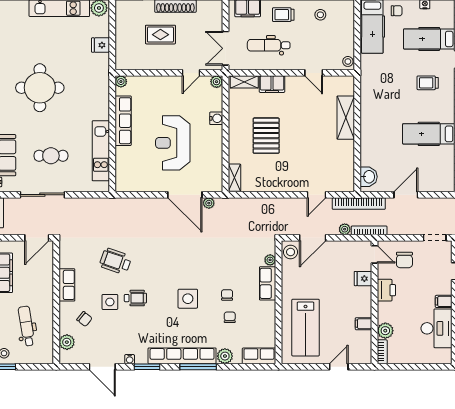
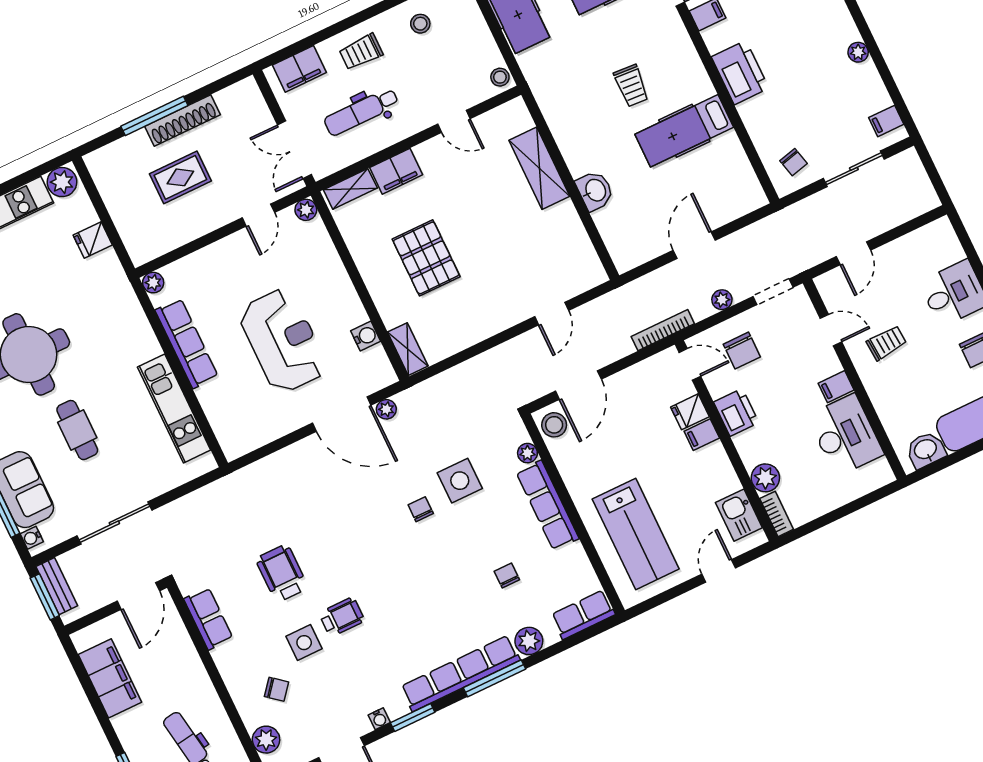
trolley: (428, 83) -> (631, 86), moved, turned -86
water cooler: (216, 118) -> (366, 336), moved
reception desk: (173, 143) -> (283, 341), turned 180
cafe table: (51, 156) -> (77, 430), moved, turned 90
washbasin: (369, 177) -> (595, 191), moved
bookcase: (359, 204) -> (626, 295), removed
plant: (345, 229) -> (722, 300), moved
wheelchair: (115, 261) -> (282, 573), turned 71
row of seats: (268, 283) -> (548, 505), width x1.48
row of seats: (67, 285) -> (208, 619), moved
chair: (227, 295) -> (421, 509), moved
side table: (188, 299) -> (460, 481), moved
filing cabinet: (364, 324) -> (702, 435), moved
kitchen sink: (363, 343) -> (739, 515), added

